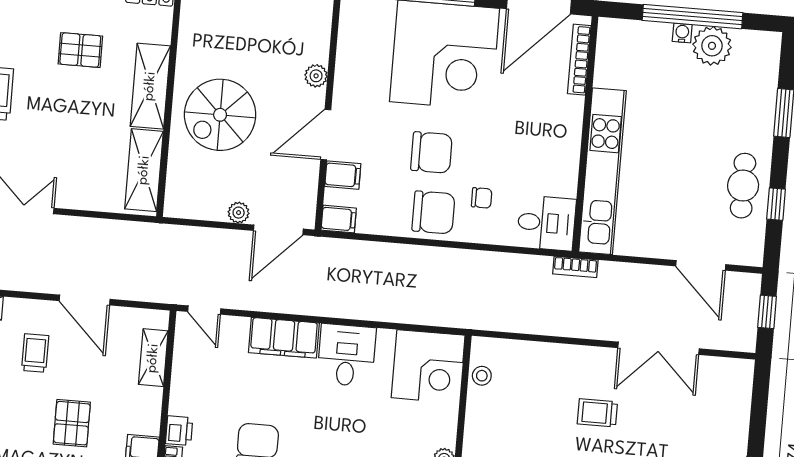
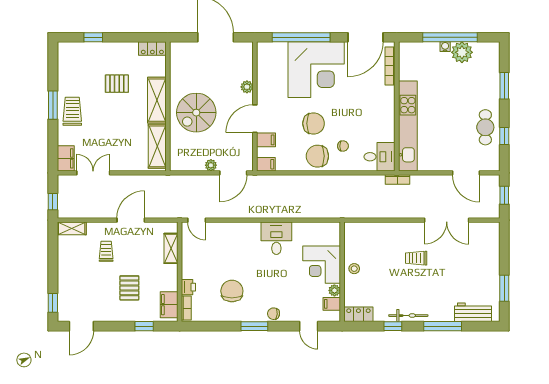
chair: (433, 212) -> (317, 156), turned 180
door: (85, 300) -> (131, 220), swing flipped
filing cabinet: (284, 338) -> (241, 232), removed
corner desk: (428, 366) -> (322, 265), moved, turned 90
stool: (482, 376) -> (354, 269), moved

